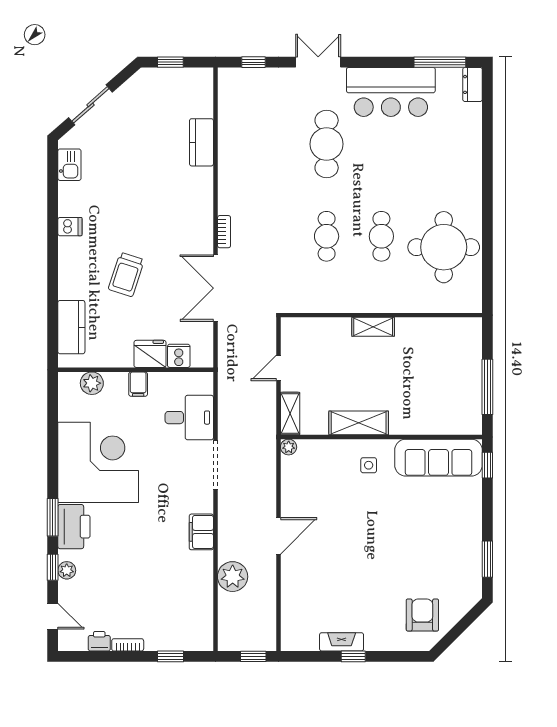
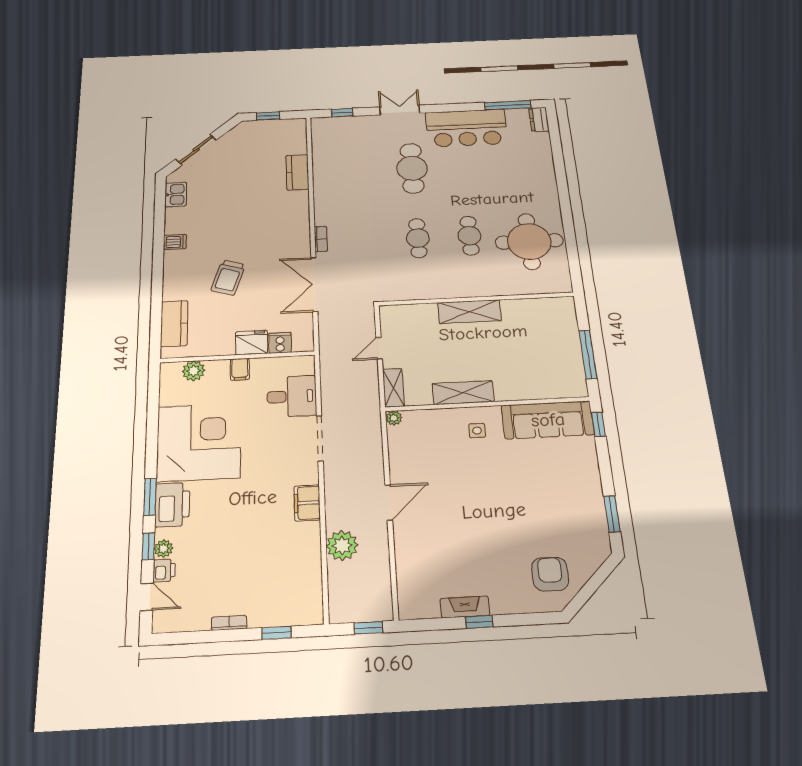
shelving: (373, 327) -> (469, 312), width x1.50, depth x1.33
printer: (99, 641) -> (164, 570), moved, turned 90

